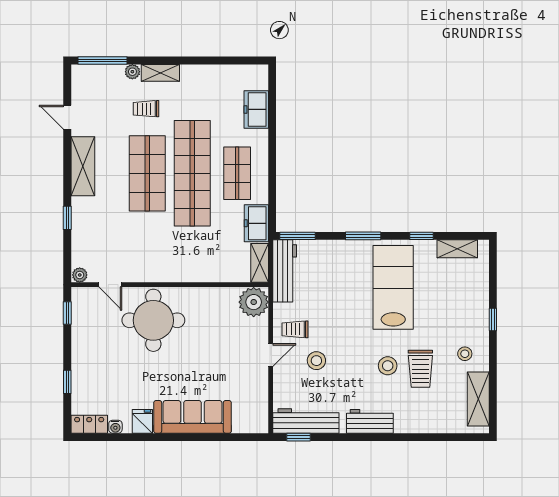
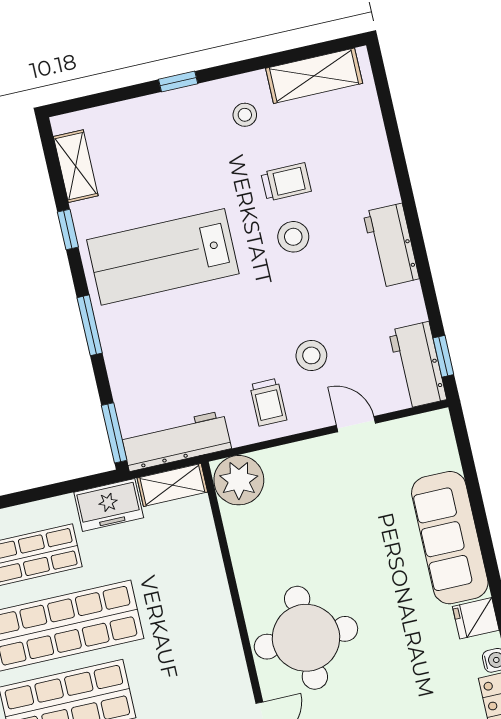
door: (271, 355) -> (356, 424), moved
trolley: (420, 369) -> (286, 182), width x0.73, depth x0.72
workbench: (306, 421) -> (418, 365), width x0.73

